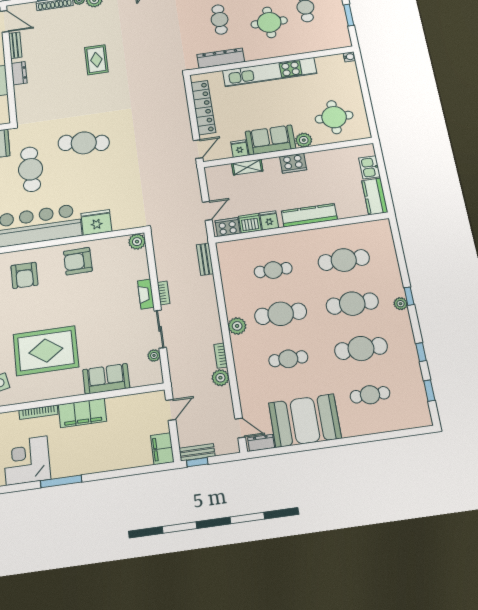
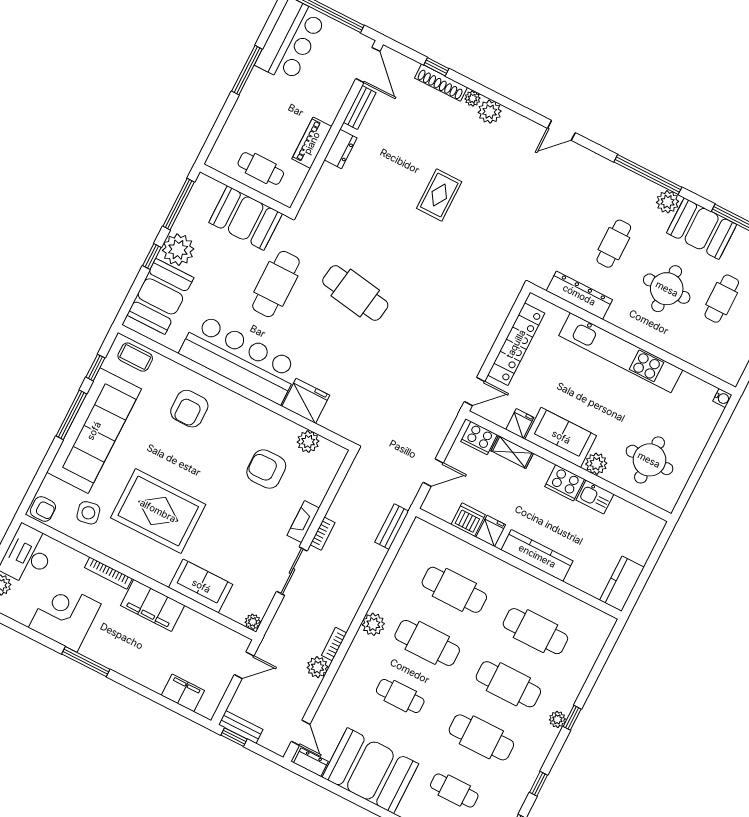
kitchen sink: (369, 167) -> (595, 497), moved, turned -90
cooker: (228, 227) -> (479, 438), moved, turned 180
plant: (137, 242) -> (308, 442), moved
armchair: (78, 261) -> (266, 469), moved
cafe table: (273, 270) -> (454, 590), width x1.37, depth x1.35
plant: (154, 355) -> (253, 622), moved
filing cabinet: (162, 449) -> (183, 693), moved, turned 90

